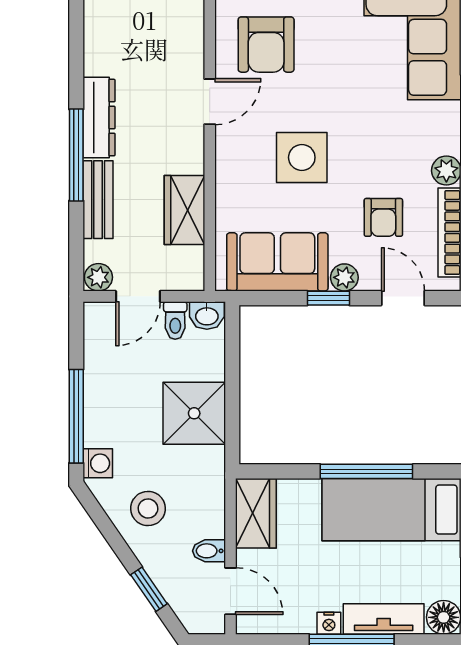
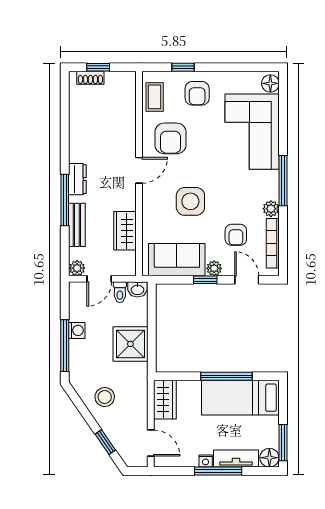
dresser: (99, 118) -> (77, 179), width x0.70
washing machine: (98, 463) -> (77, 330), moved
bidet: (209, 551) -> (139, 421), removed

